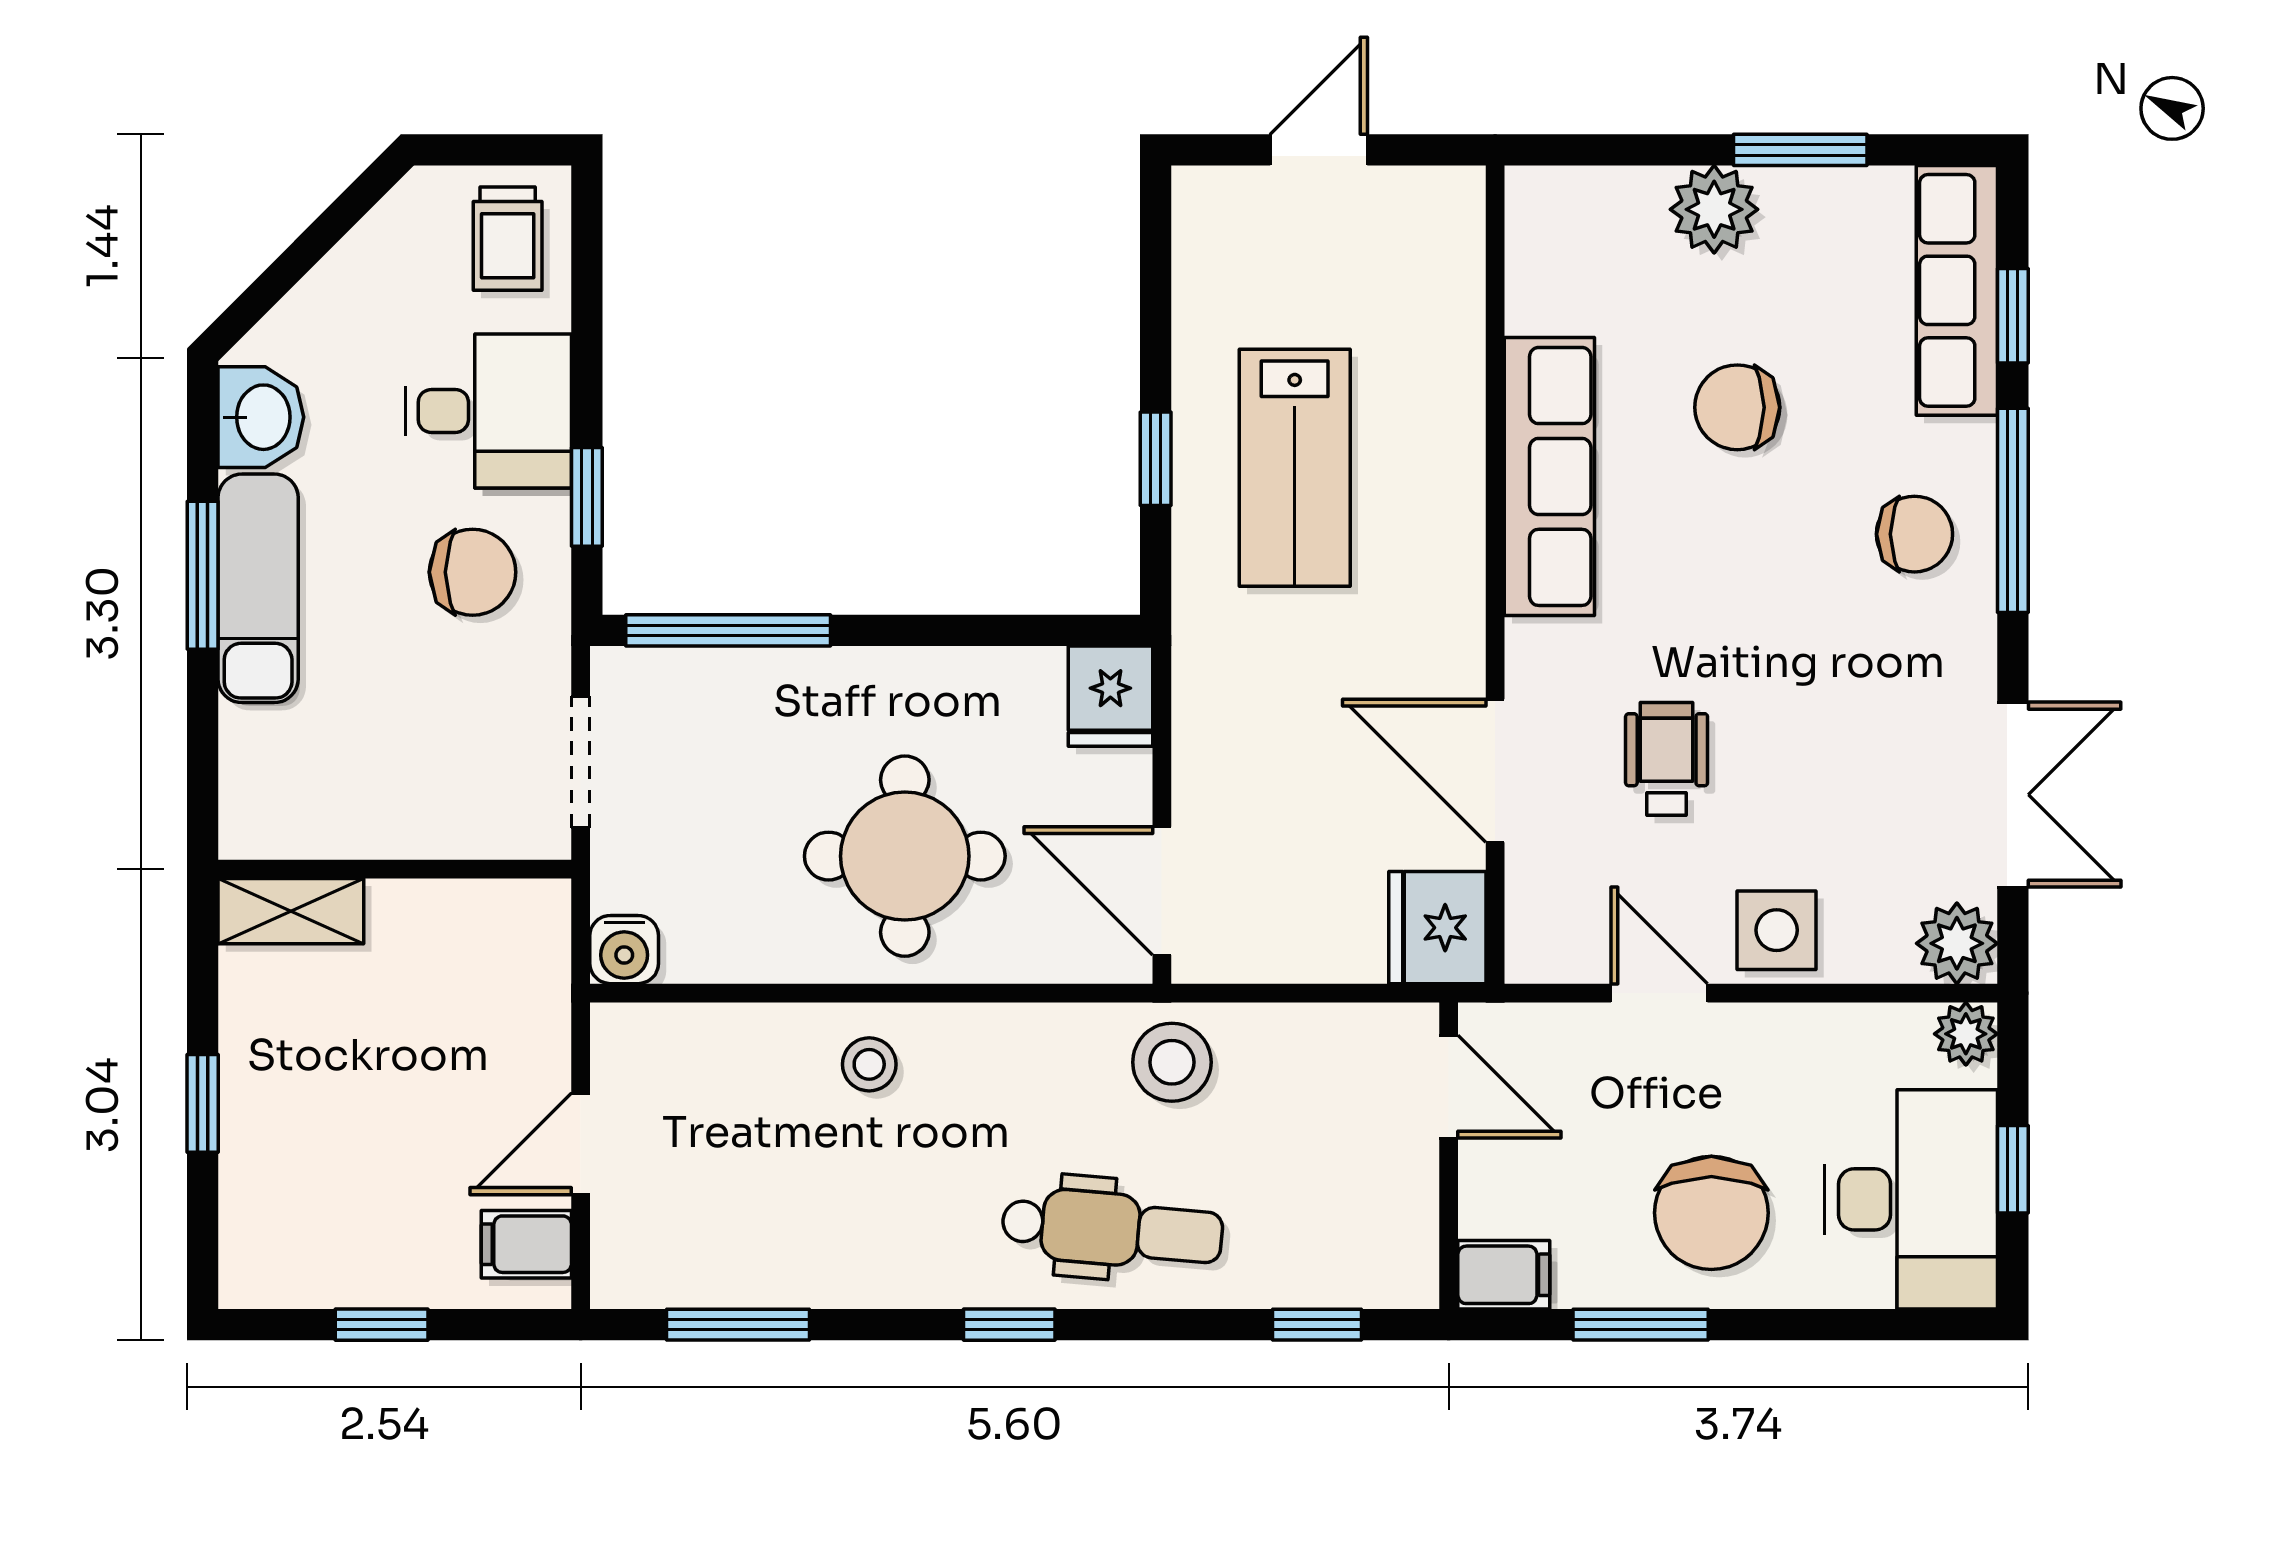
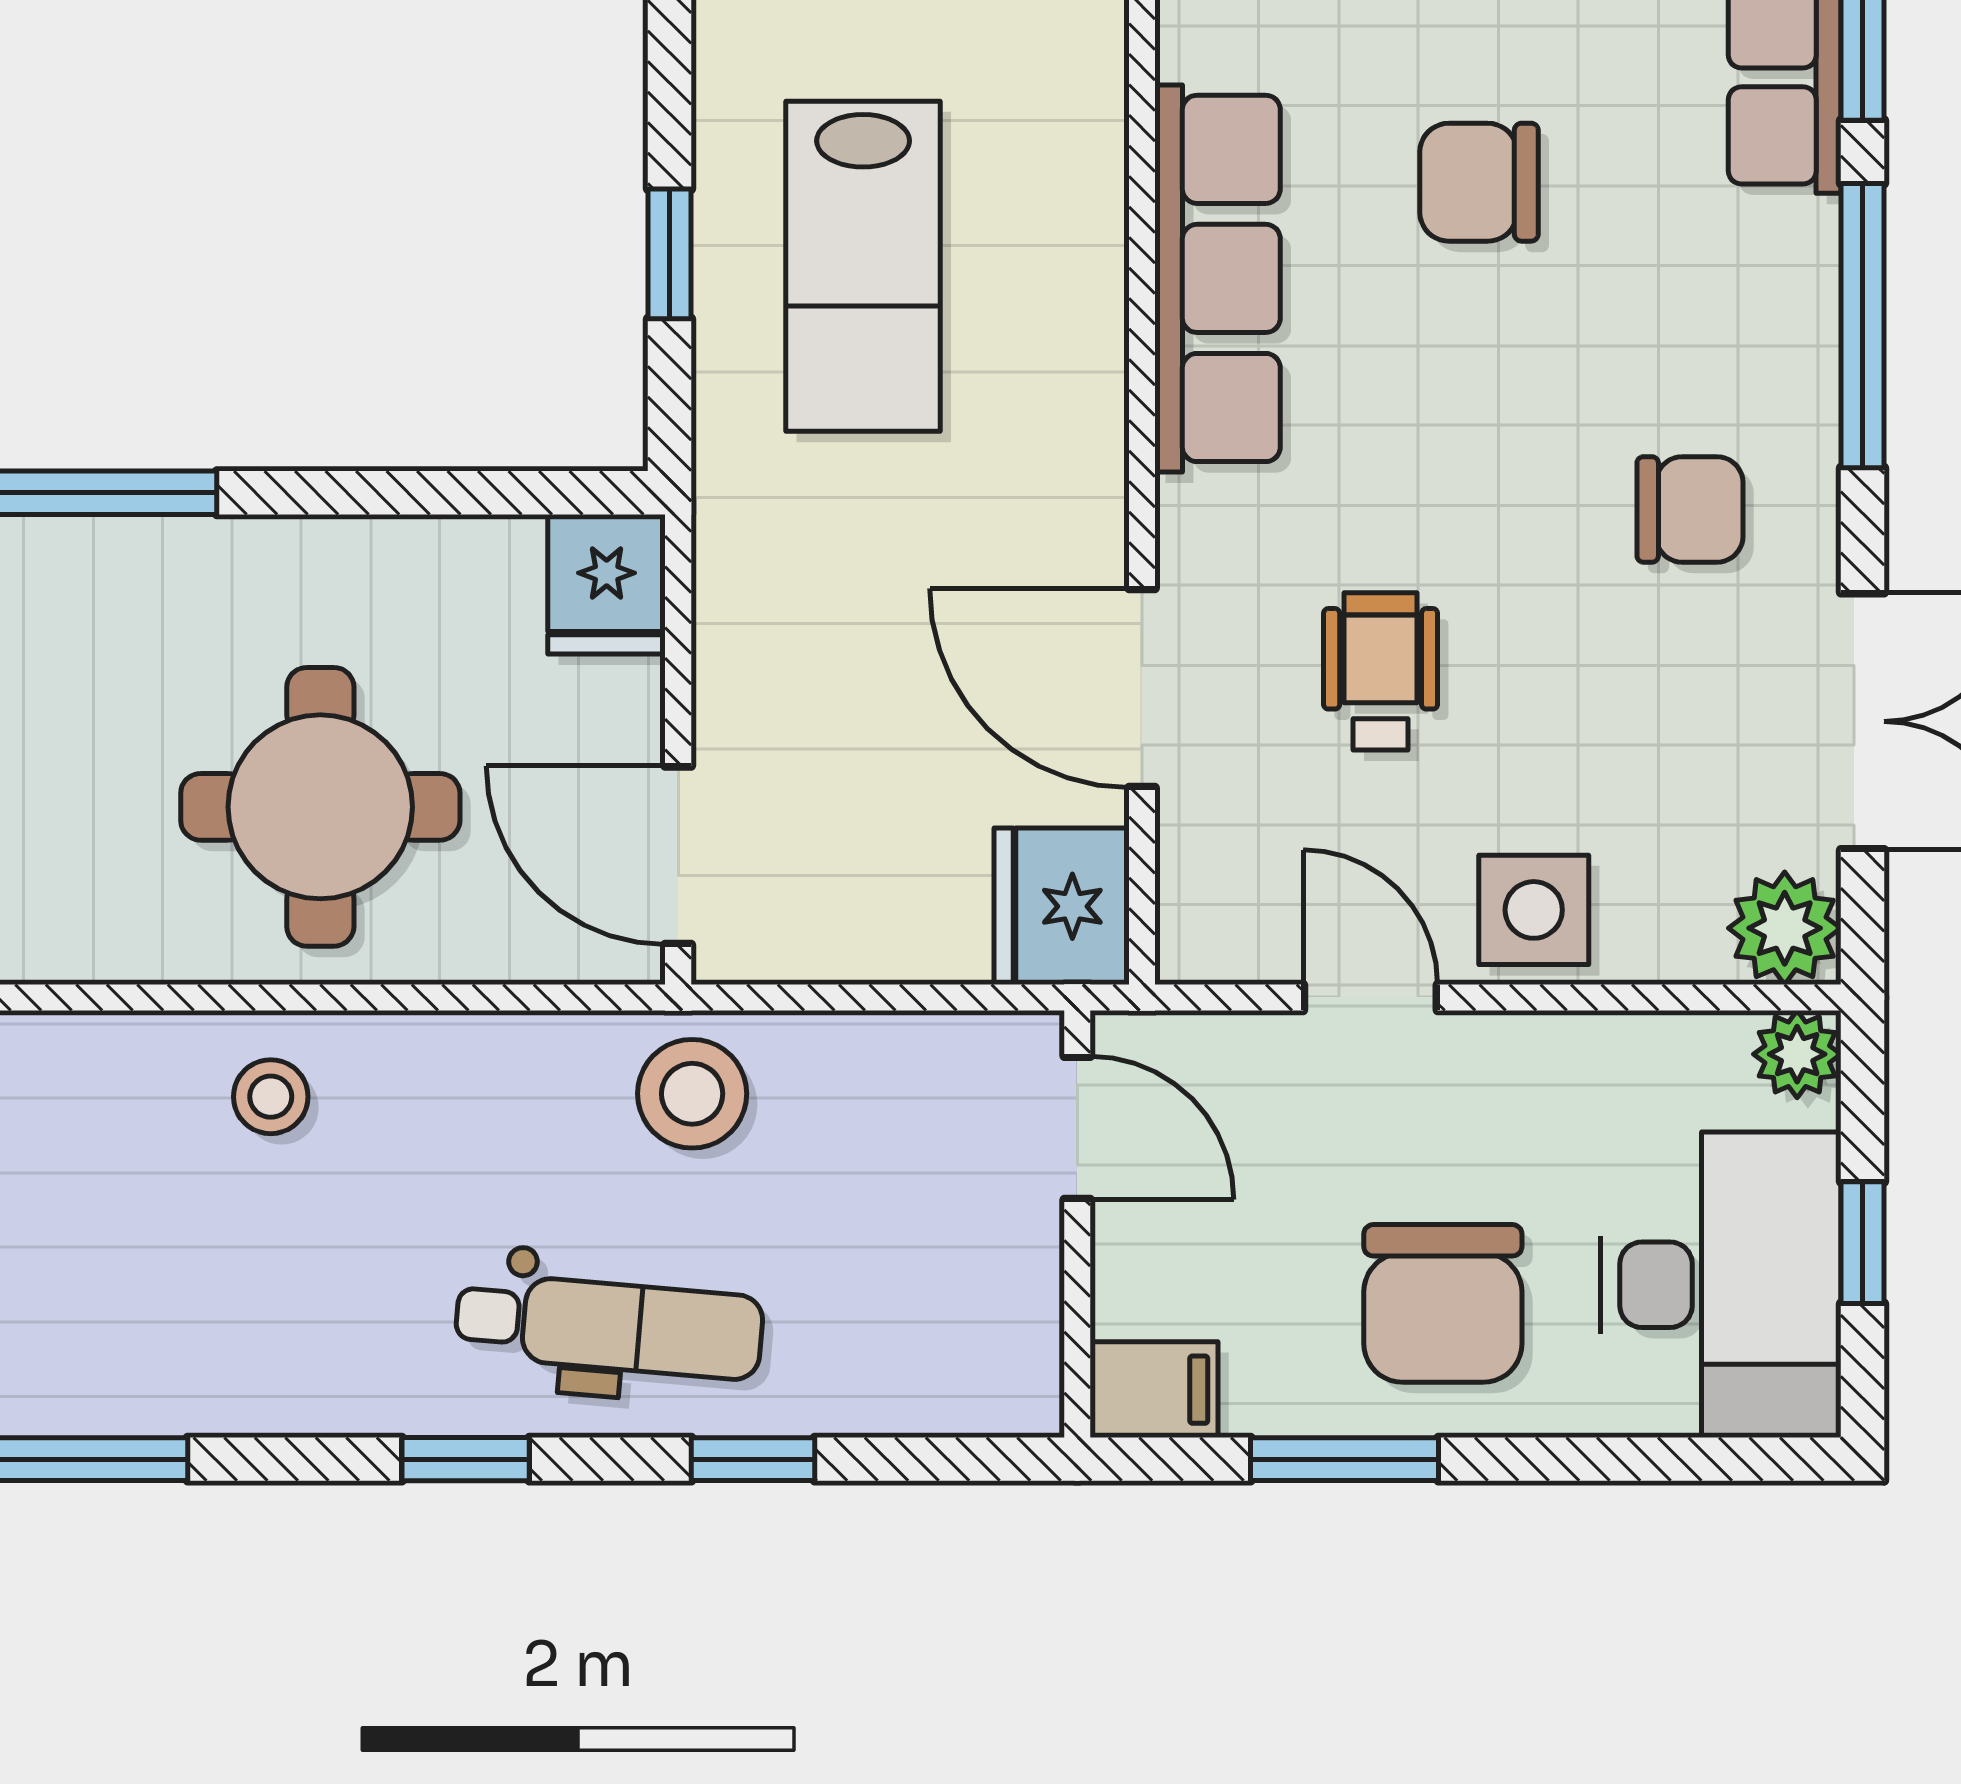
chair: (1914, 534) -> (1690, 509), moved
window: (1317, 1325) -> (753, 1459), moved

